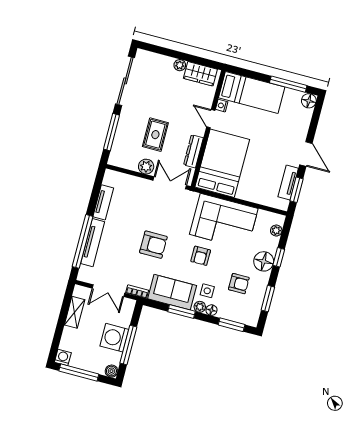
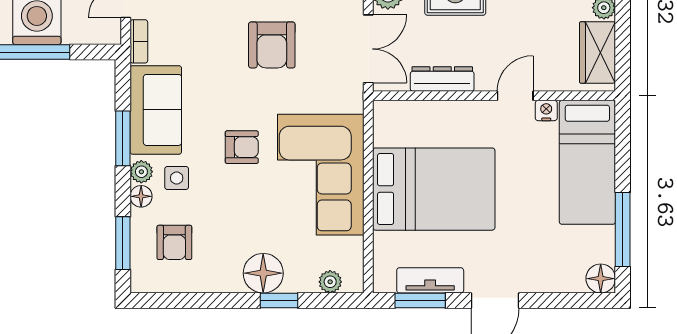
bed: (222, 163) -> (434, 189), moved
armchair: (153, 245) -> (272, 45), moved
armchair: (201, 256) -> (242, 147), turned 180
armchair: (239, 284) -> (174, 242), moved
window: (268, 299) -> (193, 300), removed

